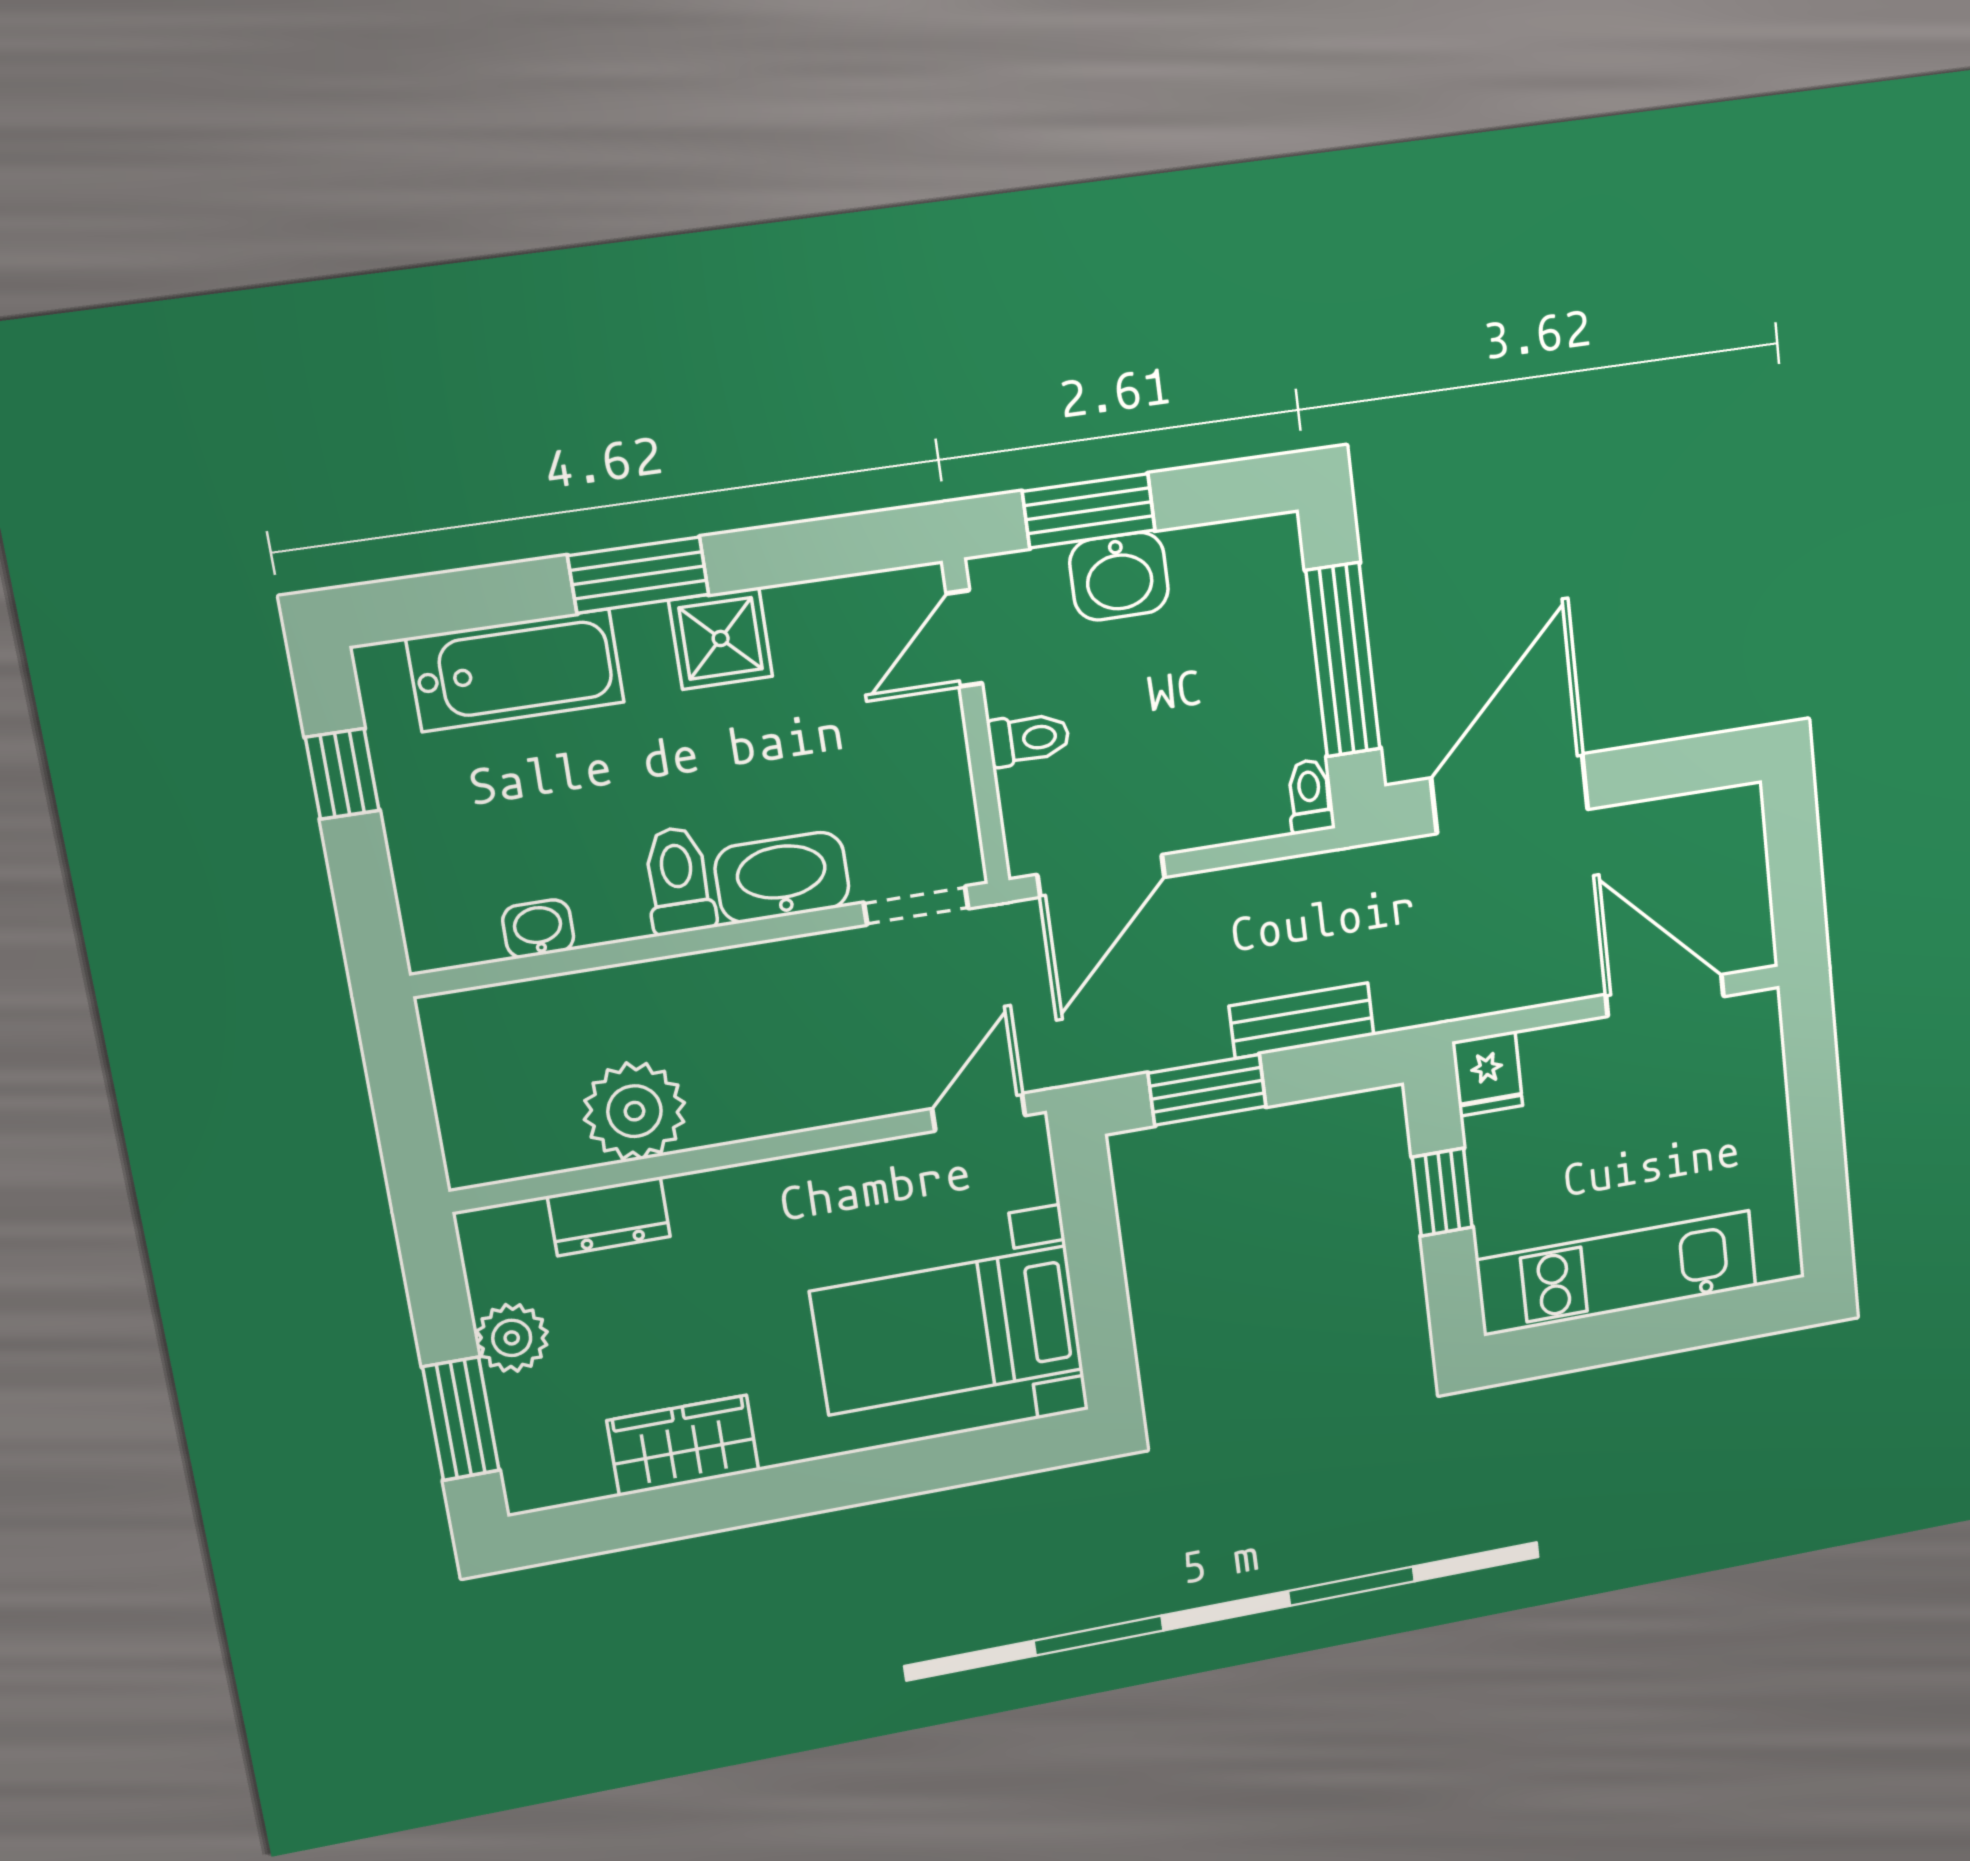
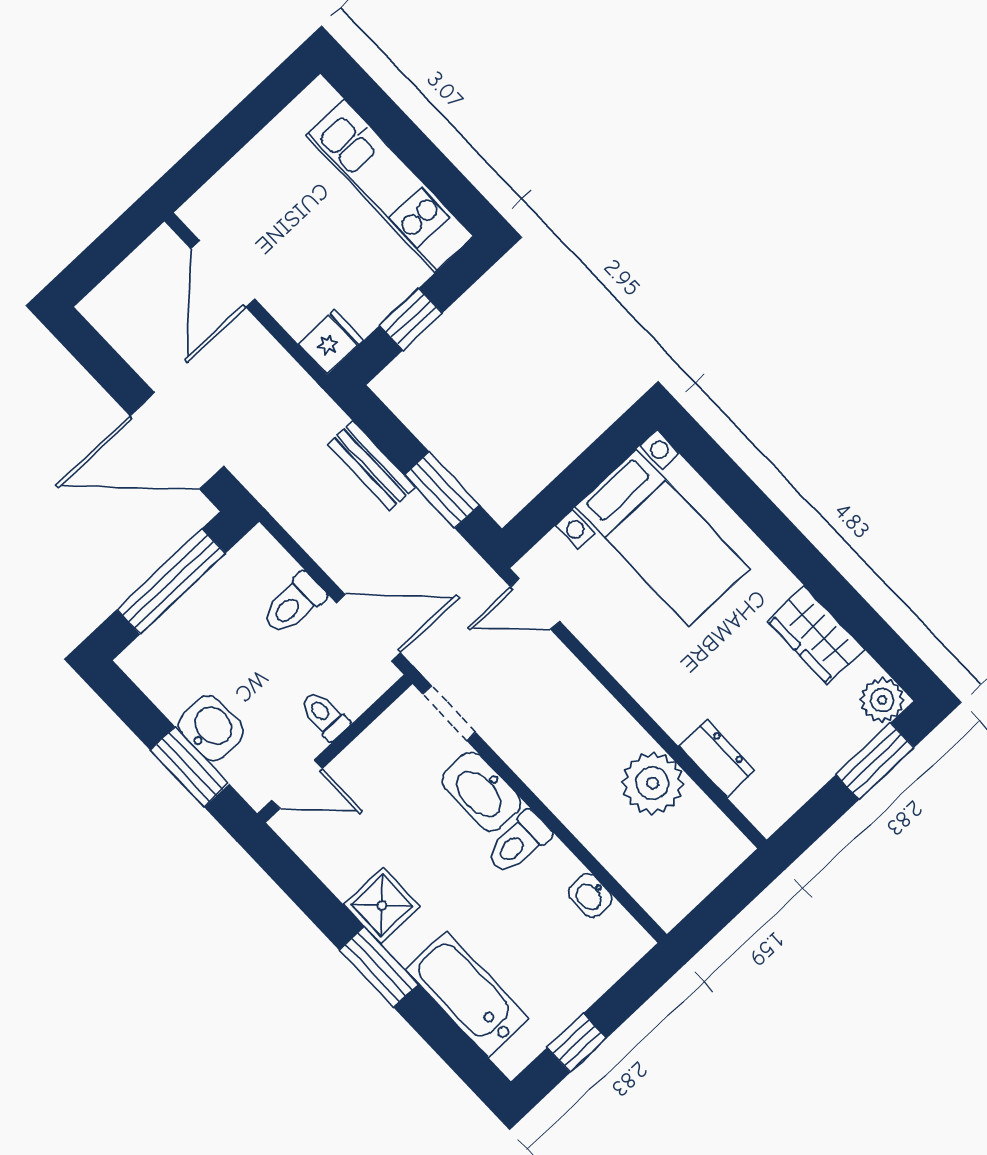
toilet: (1310, 796) -> (294, 604), moved, width x1.37, depth x1.39
plant: (512, 1338) -> (882, 700), moved

